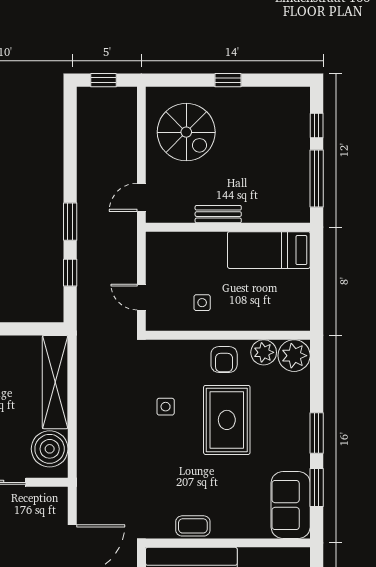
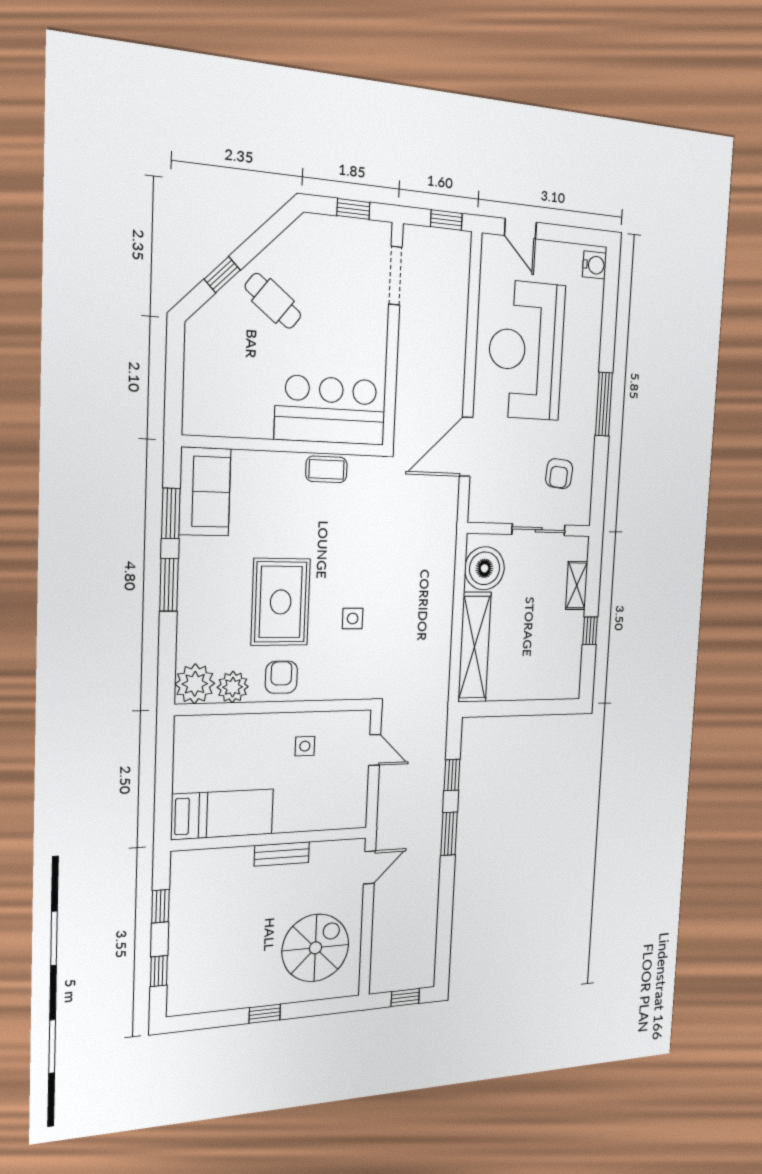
spiral stairs: (186, 132) -> (315, 948), turned 90
window: (317, 179) -> (160, 906), width x0.46

